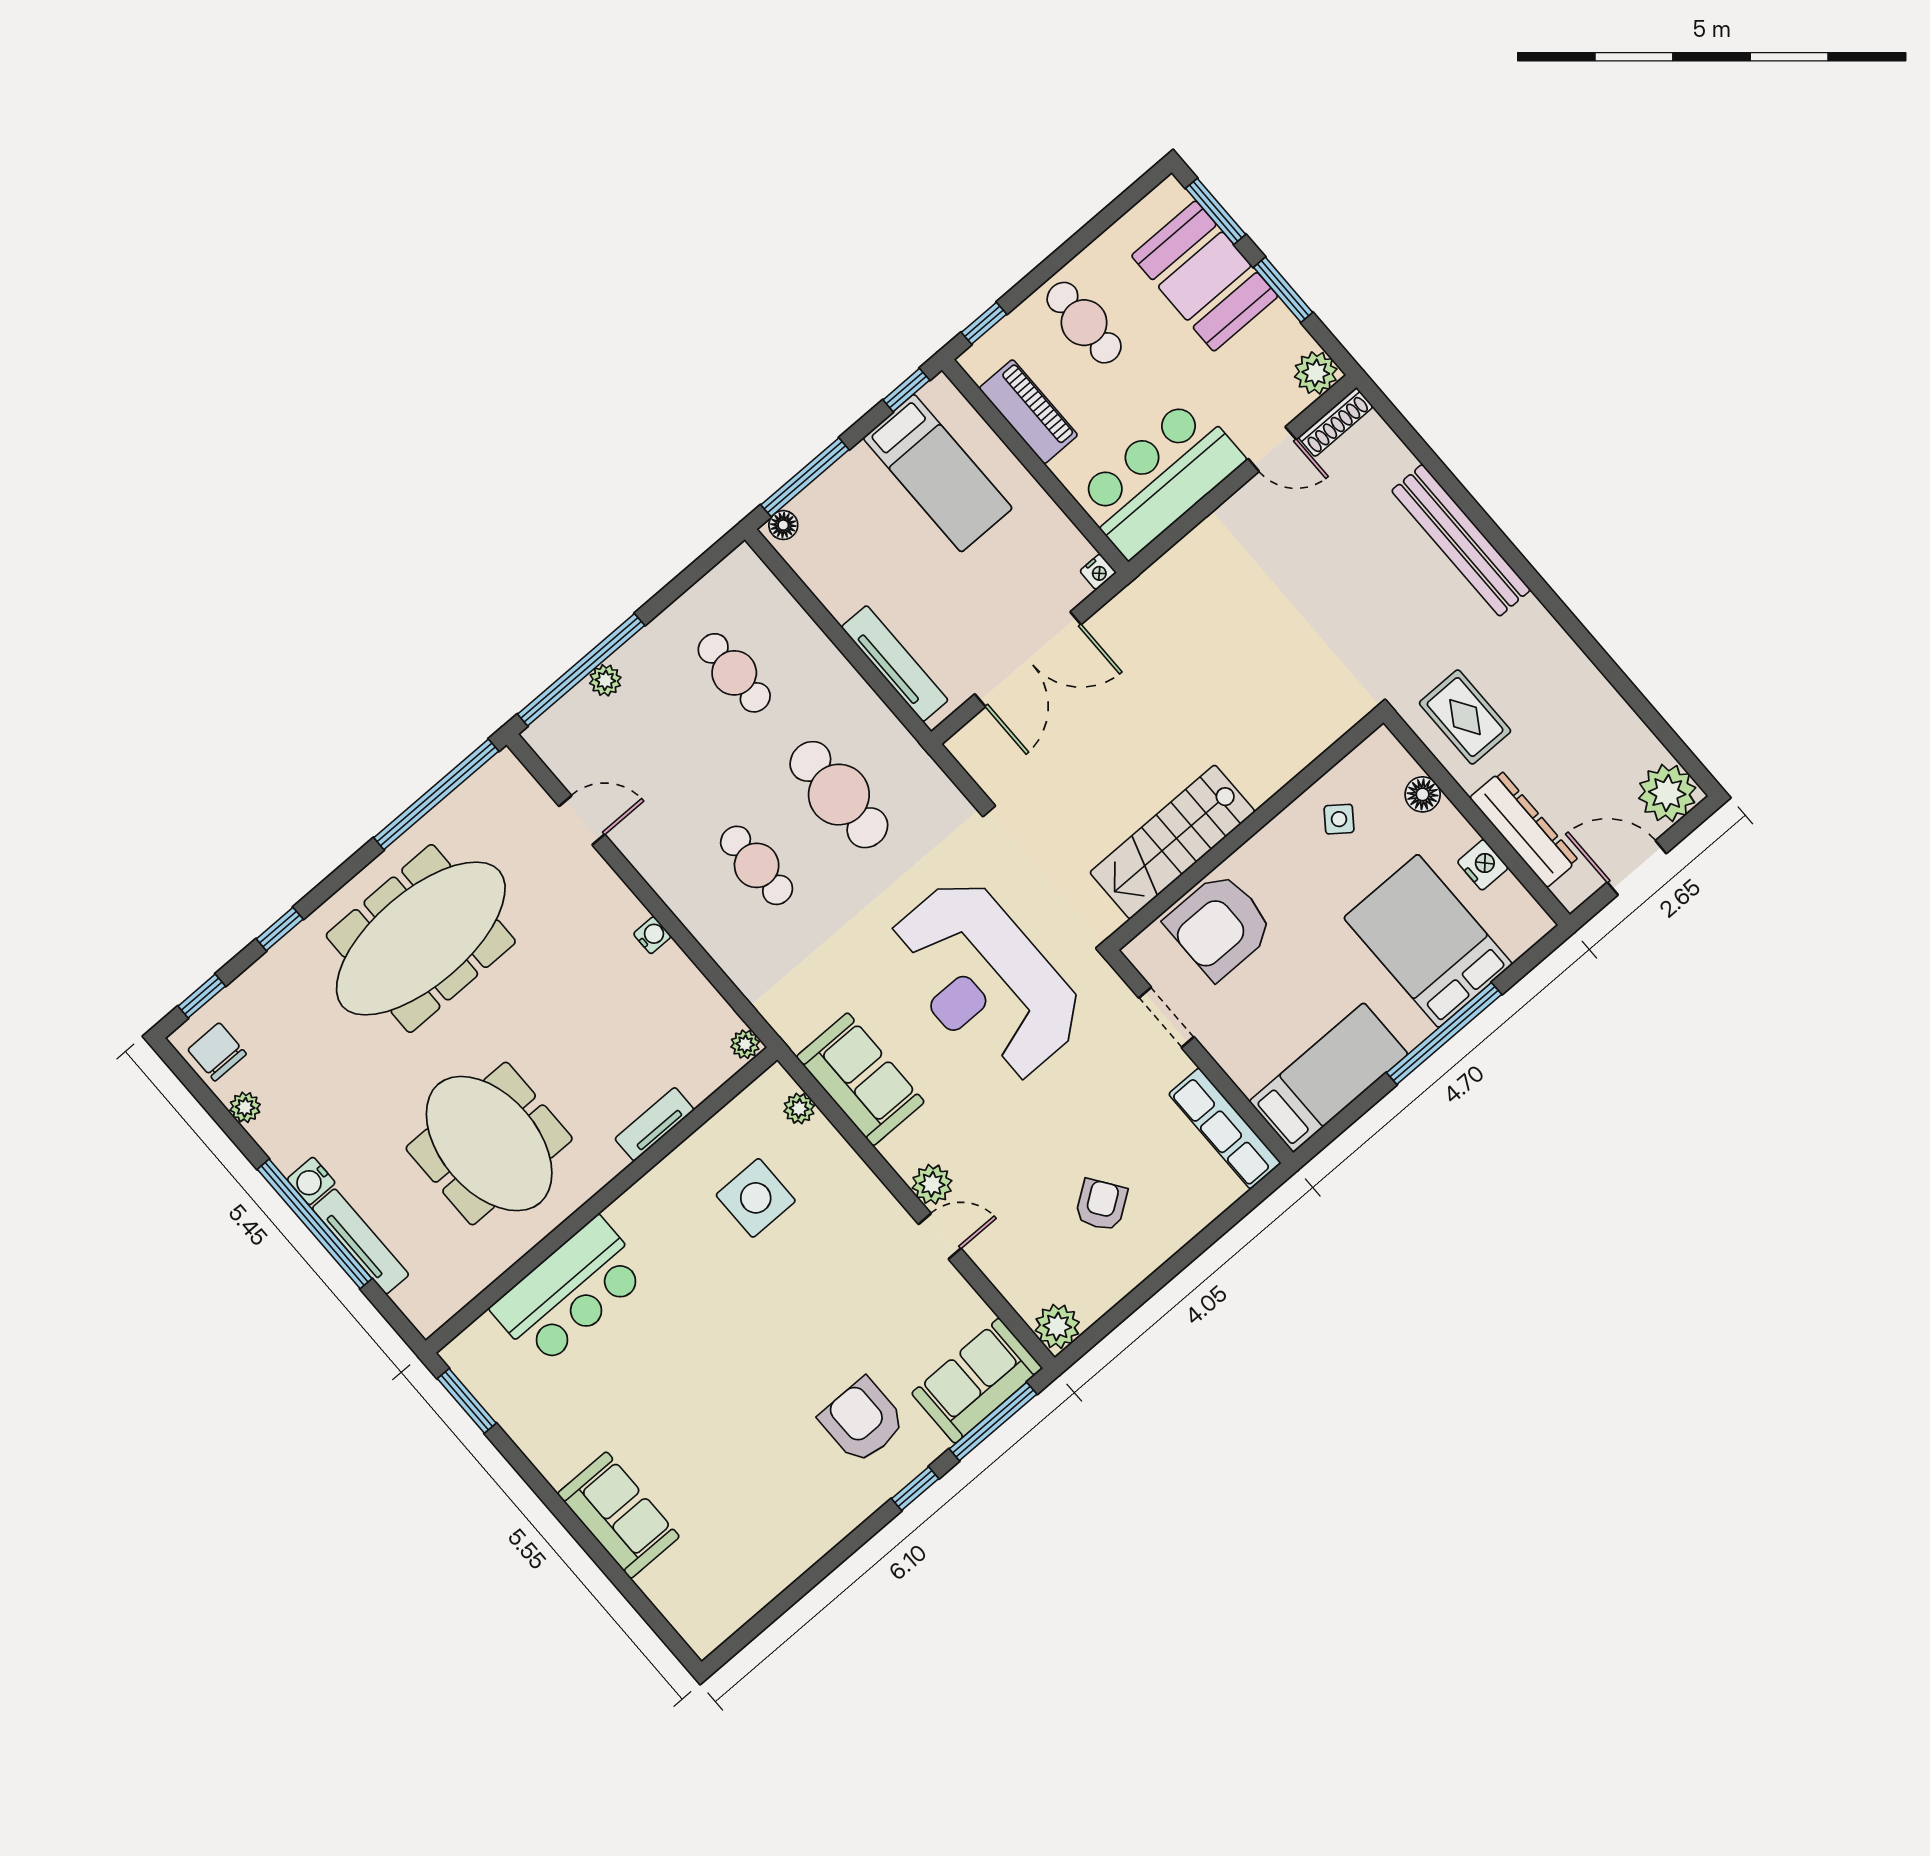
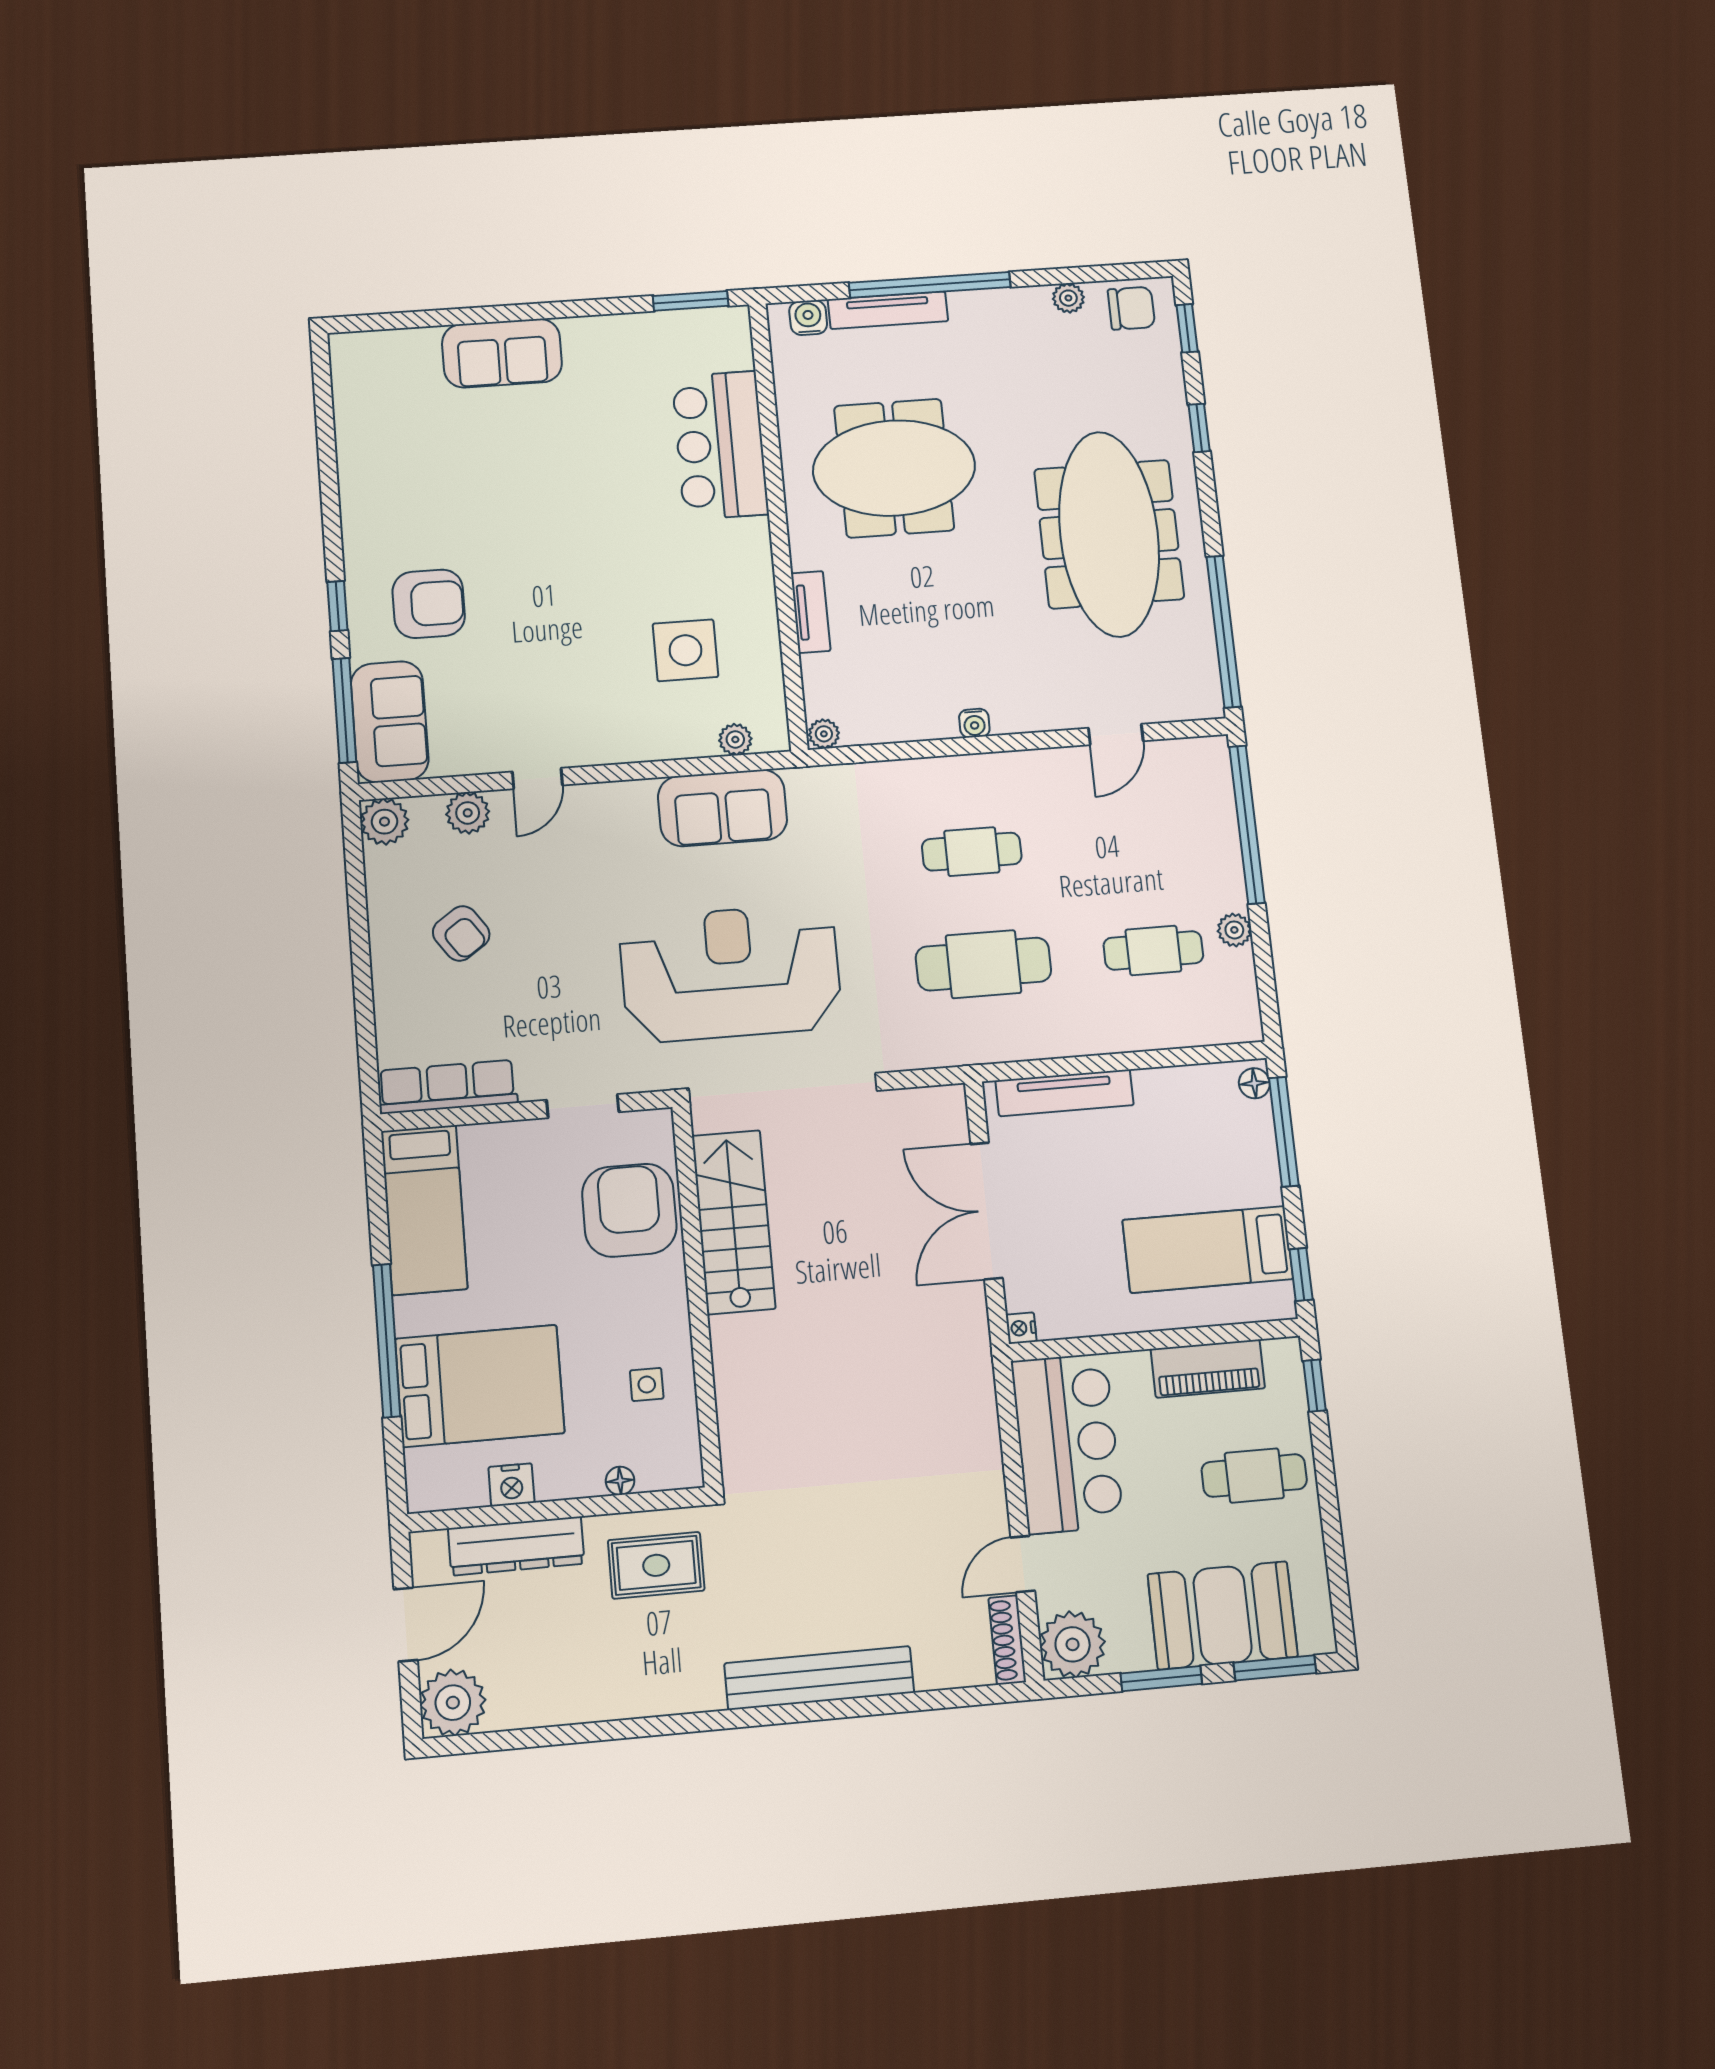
plant: (1316, 373) -> (1073, 1644), width x1.36, depth x1.36
plant: (605, 680) -> (1234, 930), moved
floor lamp: (1423, 794) -> (620, 1481), width x0.73, depth x0.73
side table: (1339, 819) -> (647, 1385), turned -37
water cooler: (311, 1181) -> (808, 318), moved
plant: (932, 1184) -> (468, 813), moved

